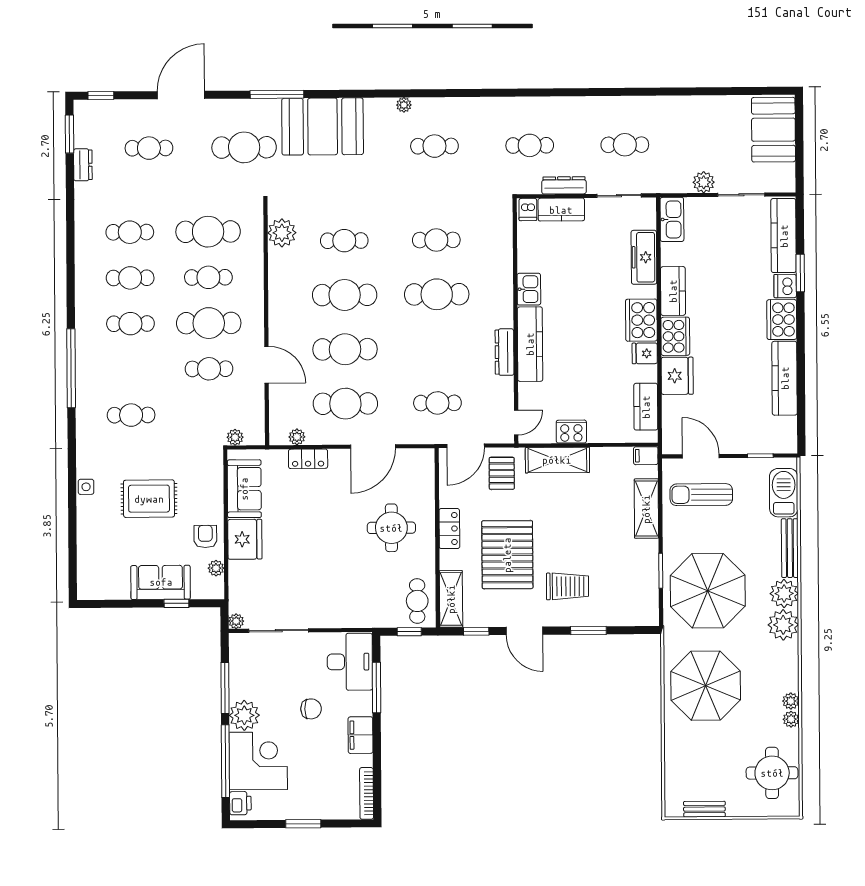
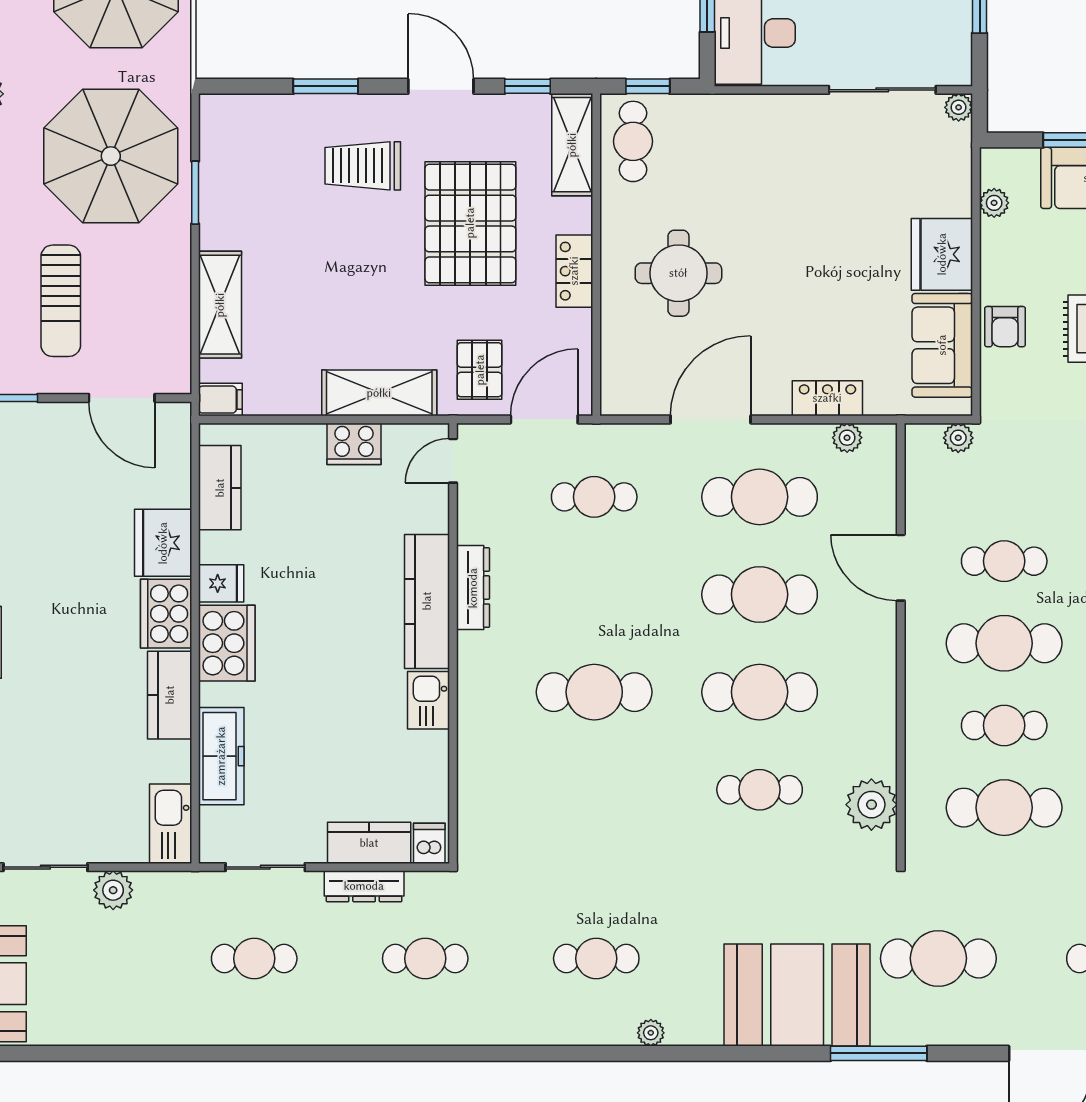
cafe table: (436, 240) -> (594, 790), removed
sun lounger: (701, 495) -> (61, 301), moved, turned 90
armchair: (205, 536) -> (1005, 327), moved

